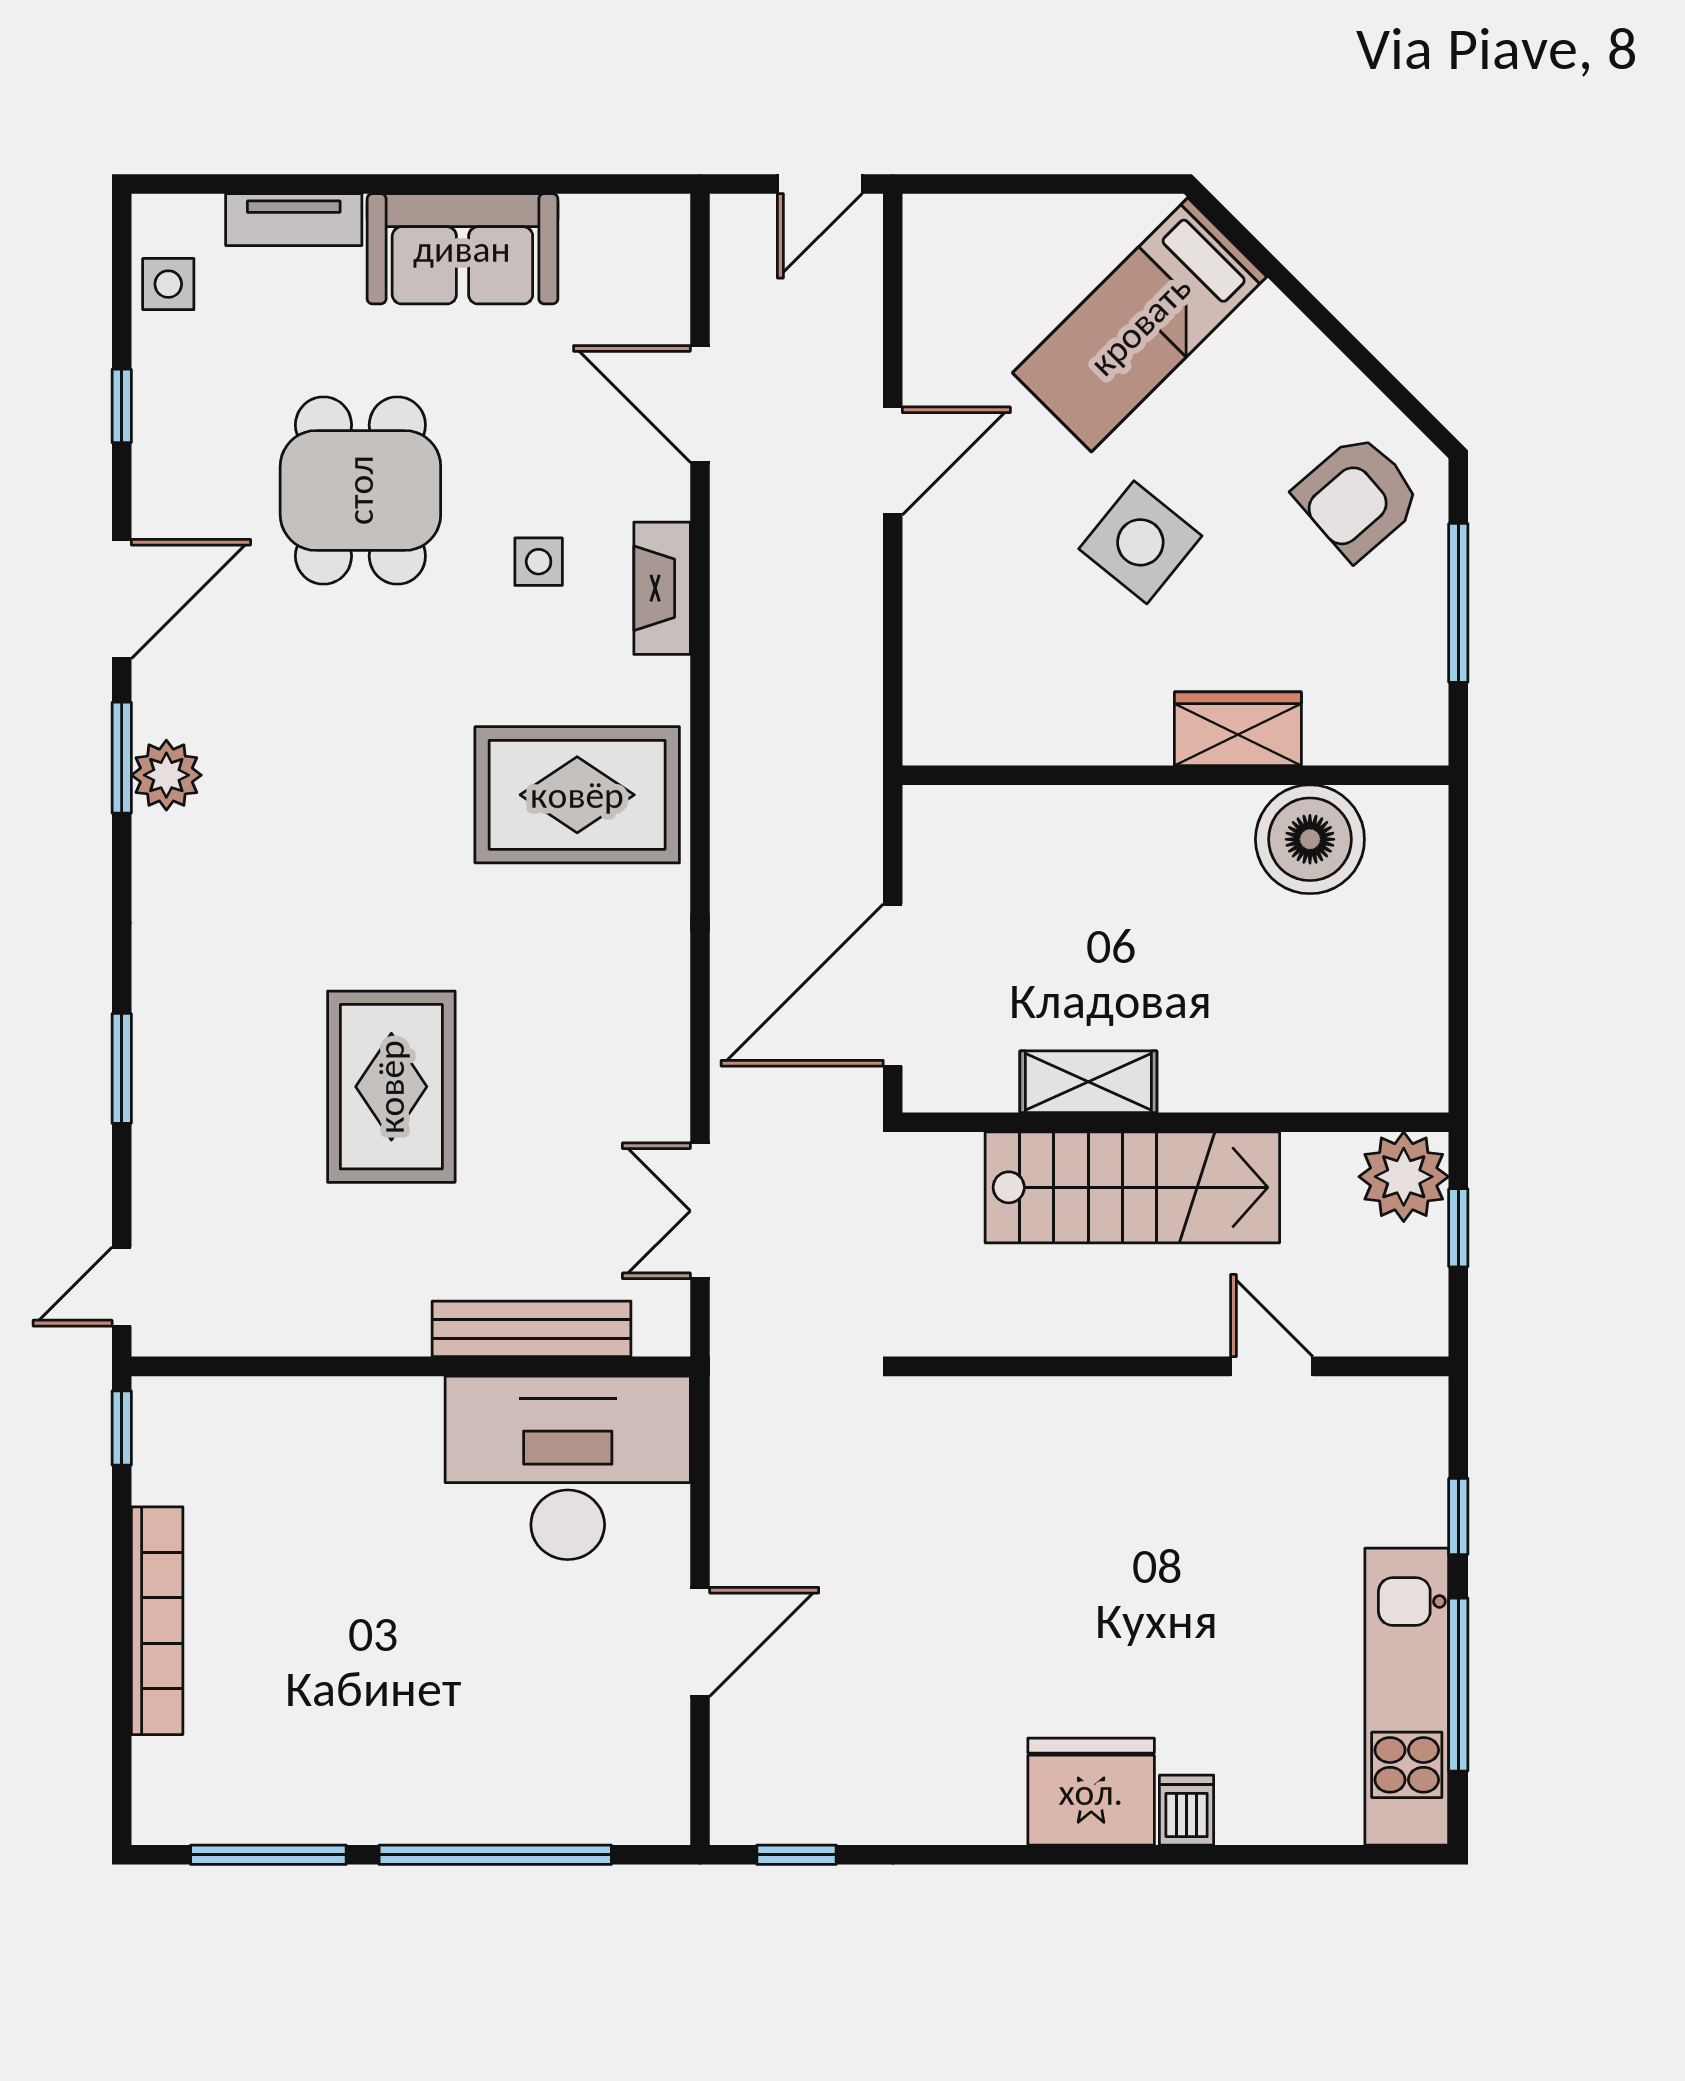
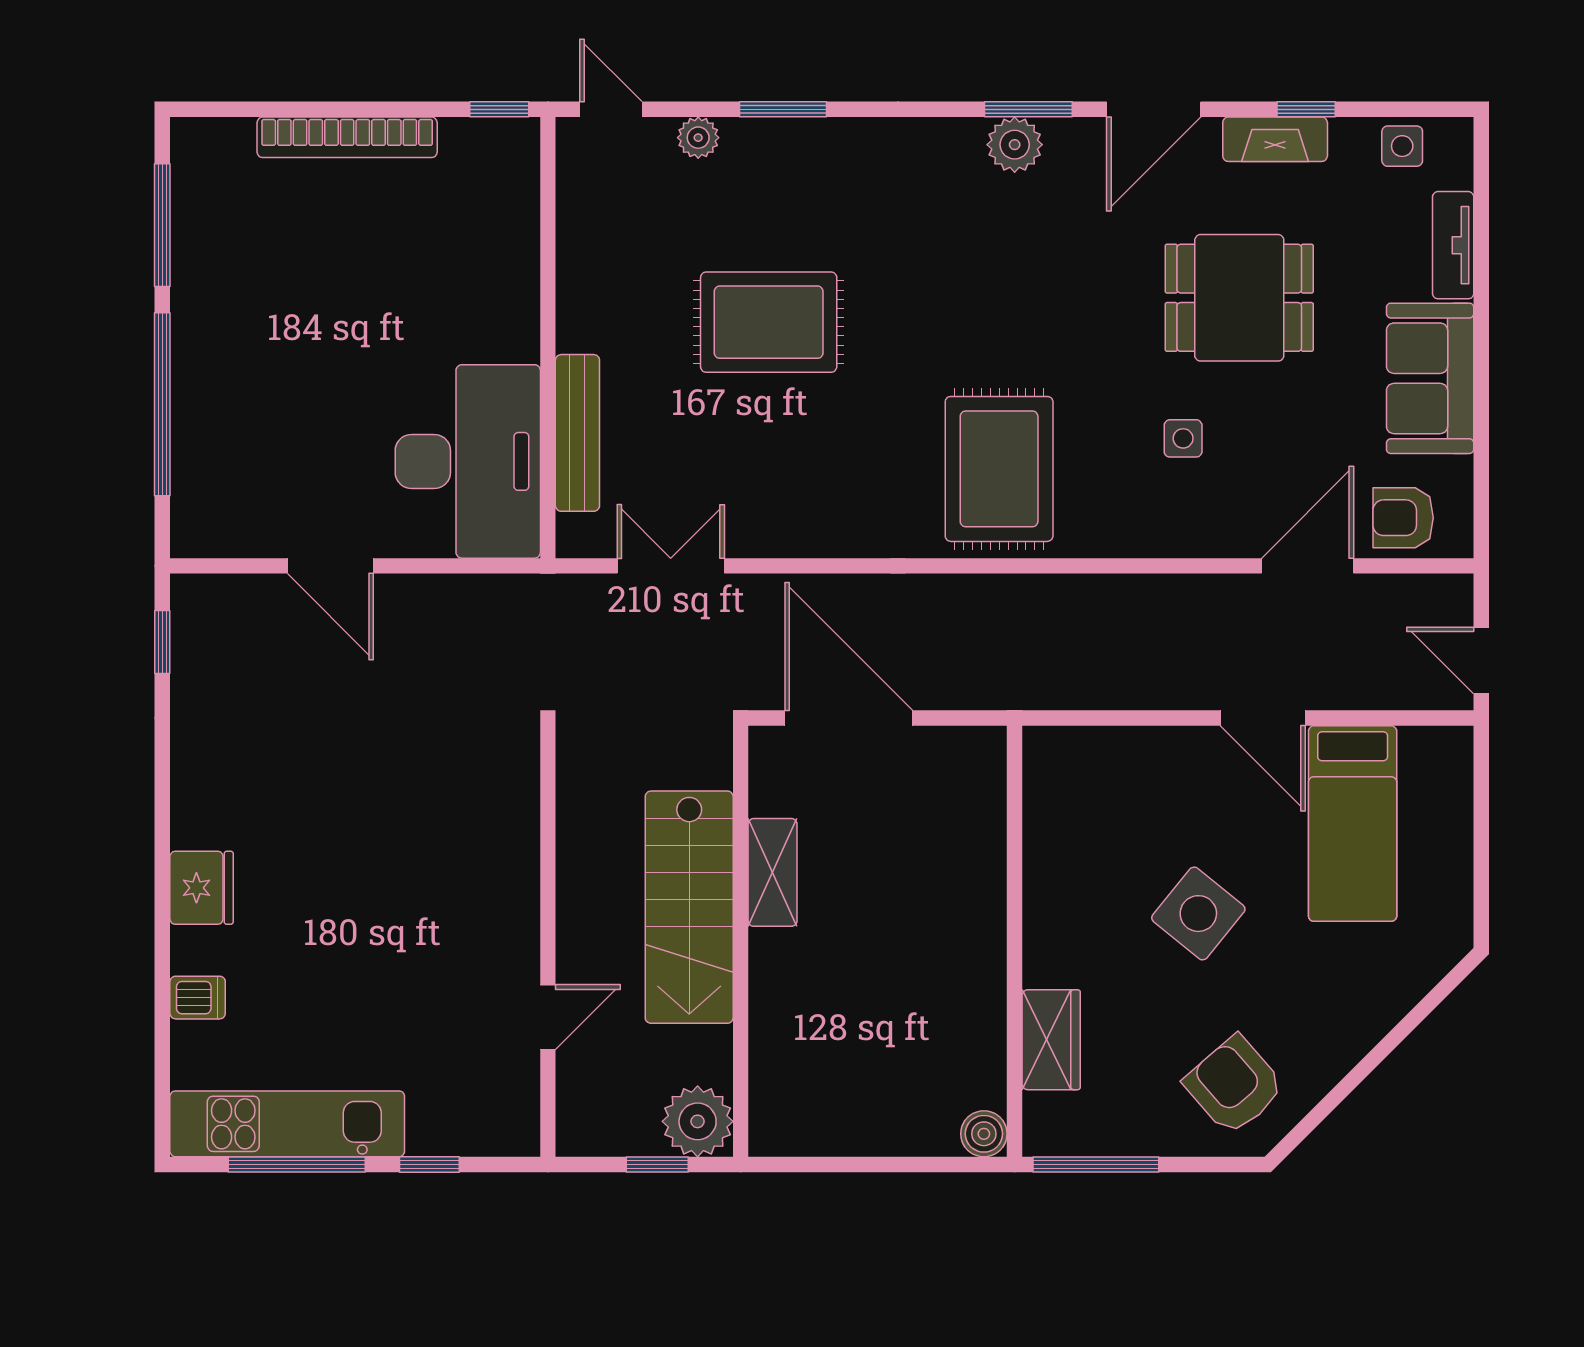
armchair: (639, 283) -> (1403, 518), added
bed: (1140, 325) -> (1353, 824), moved, turned -135
fireplace: (662, 588) -> (1275, 139), moved, turned 180
door: (122, 599) -> (1154, 109), hinge flipped
window: (1458, 603) -> (1096, 1164), moved
wardrobe: (1238, 729) -> (1051, 1040), moved
boiler: (1310, 839) -> (984, 1134), moved, width x0.54, depth x0.54
plant: (158, 1176) -> (698, 138), added
fridge: (1091, 1792) -> (202, 888), width x0.73, depth x0.75
dishwasher: (1187, 1810) -> (198, 998), moved

